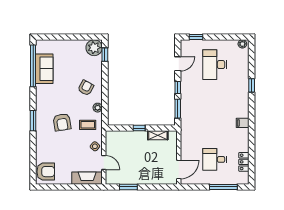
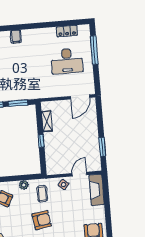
filing cabinet: (243, 123) -> (16, 37), moved
desk: (215, 159) -> (67, 61), width x1.37
door: (179, 169) -> (80, 97), swing flipped

